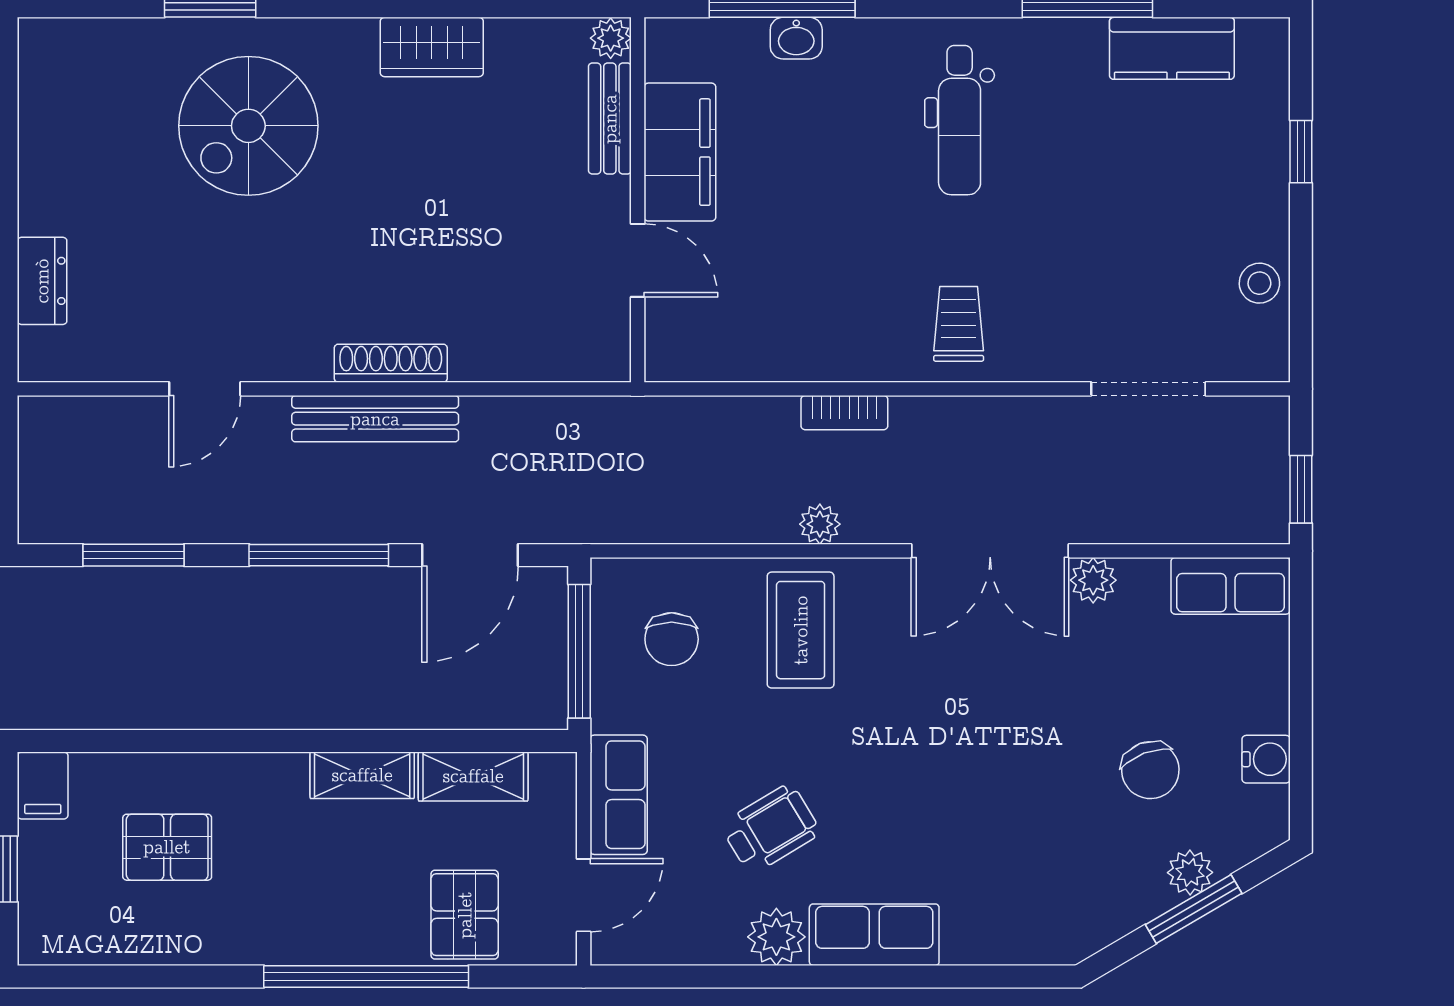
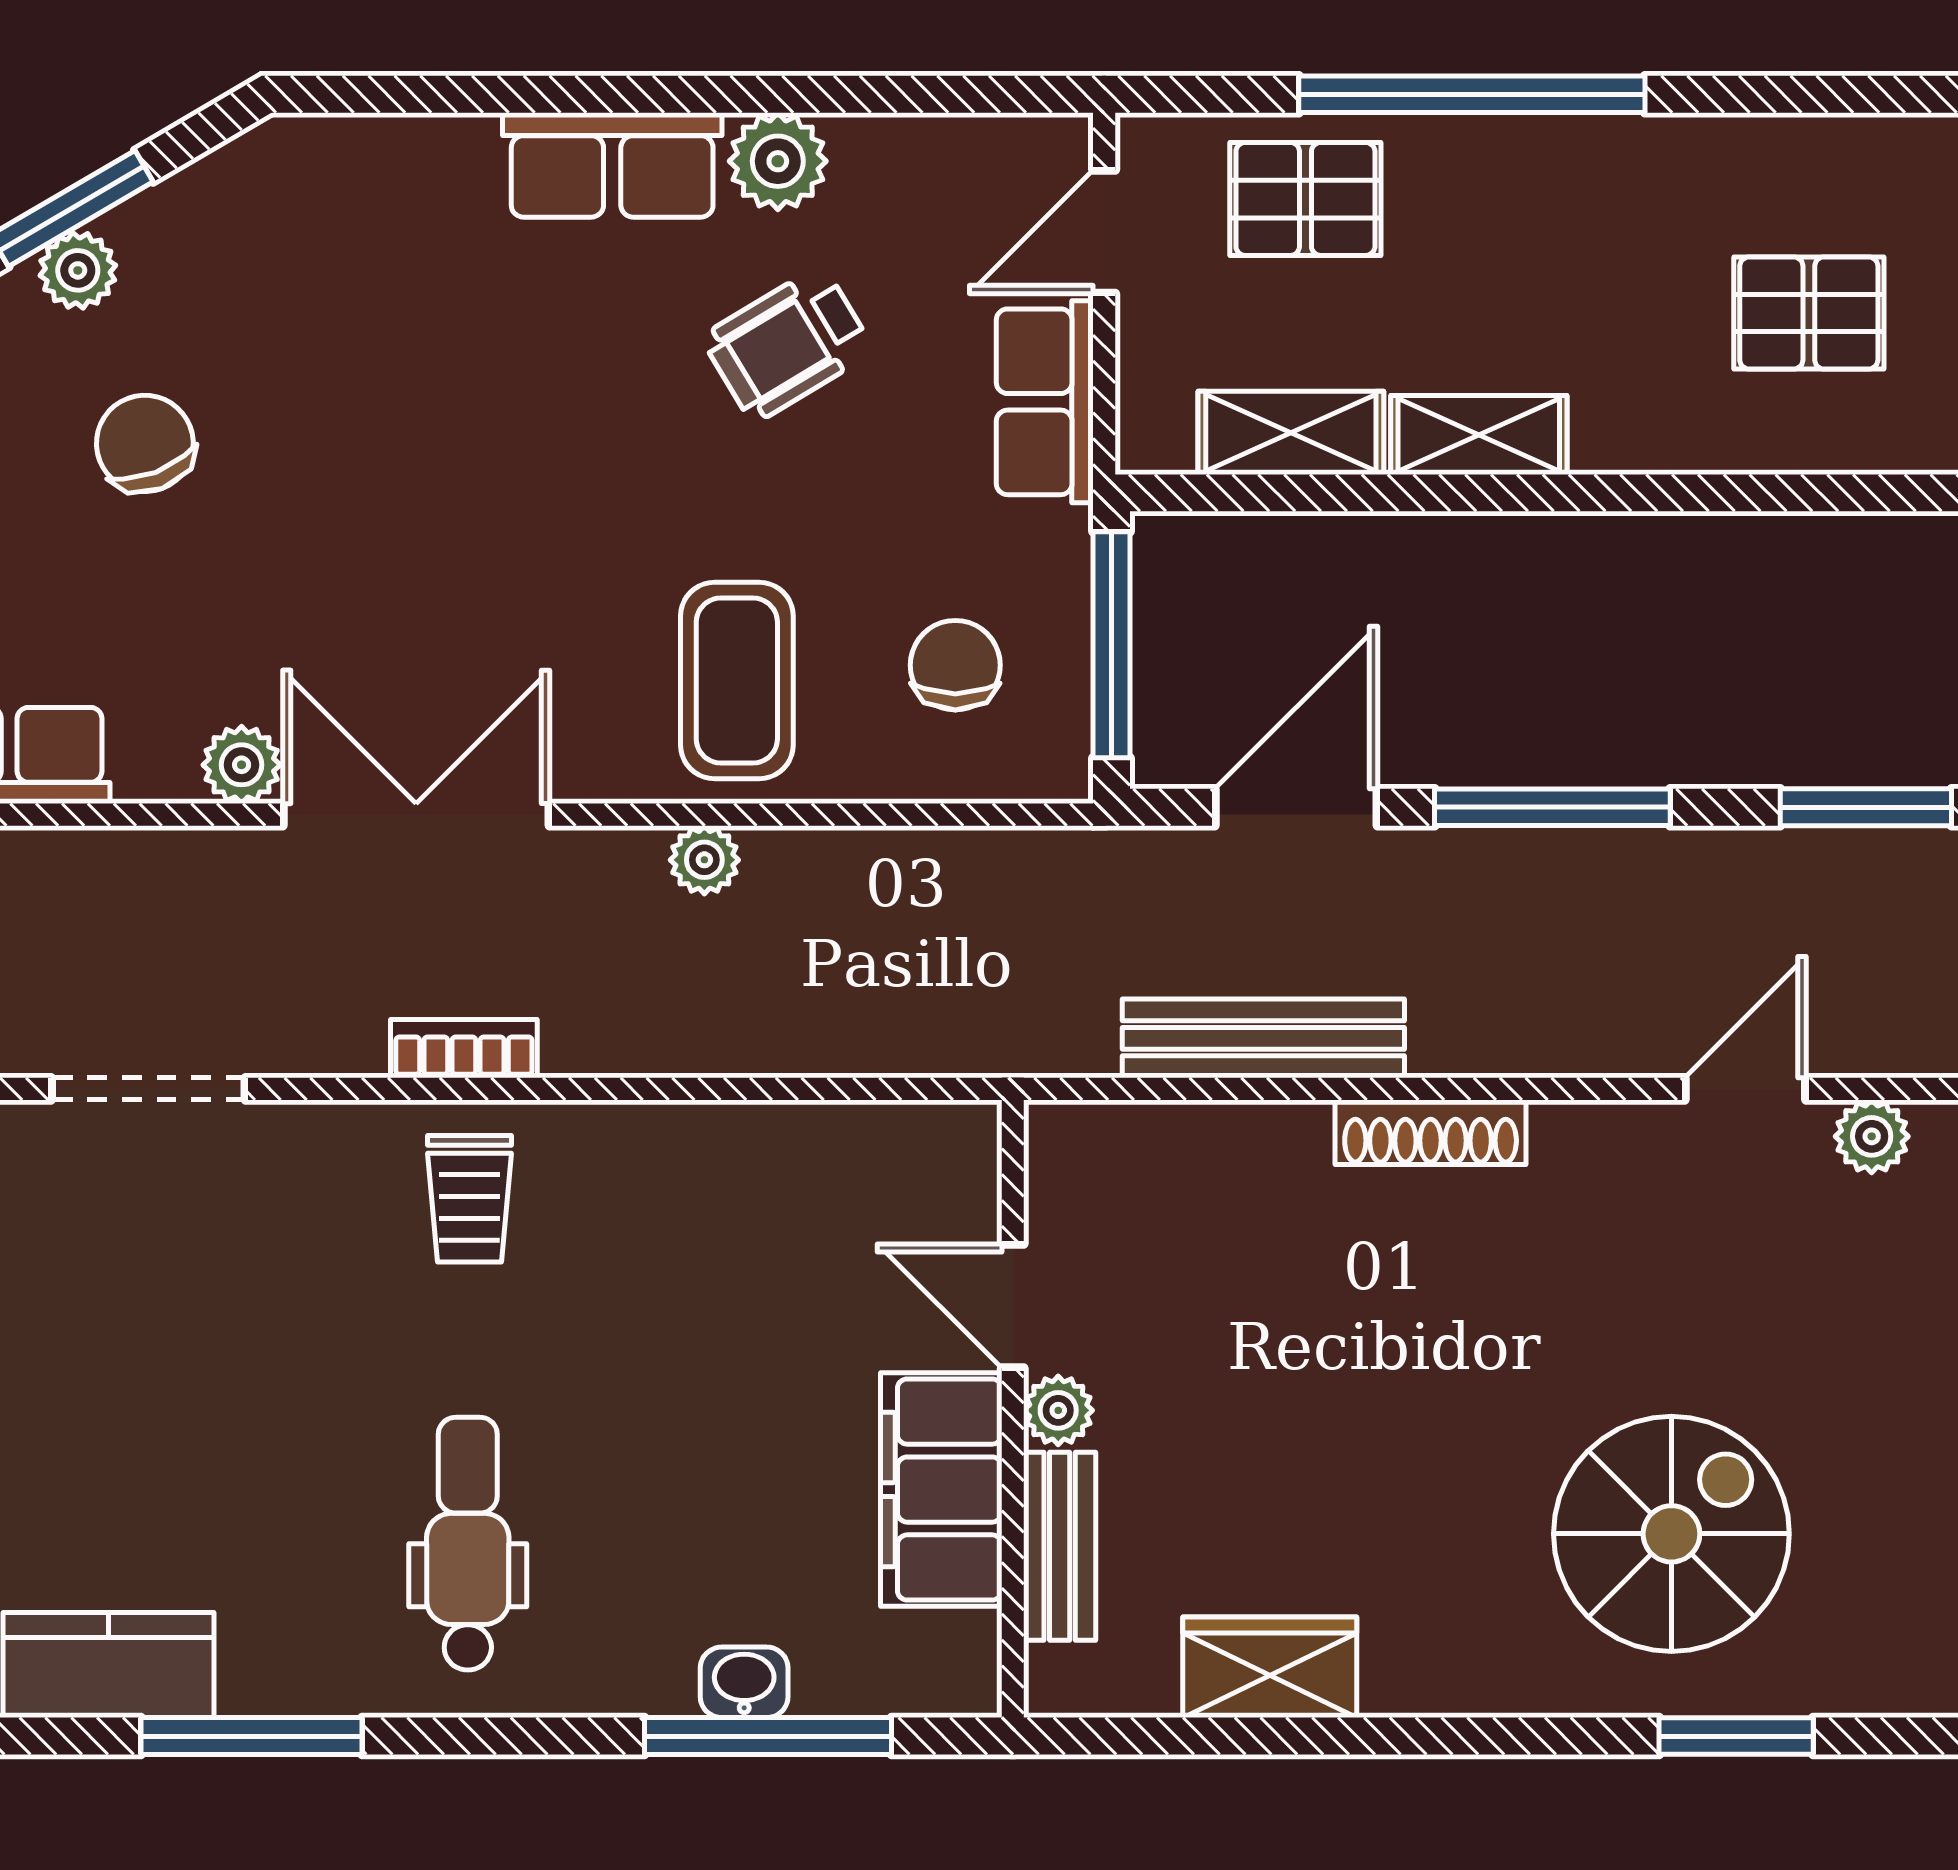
plant: (611, 38) -> (1058, 1410), moved
wardrobe: (432, 47) -> (1270, 1667), moved
plant: (130, 361) -> (1872, 1136), added
bookcase: (844, 413) -> (464, 1049), moved
bench: (375, 419) -> (1263, 1038), moved
pallet: (465, 915) -> (1305, 199), turned 90

